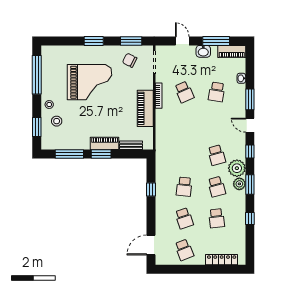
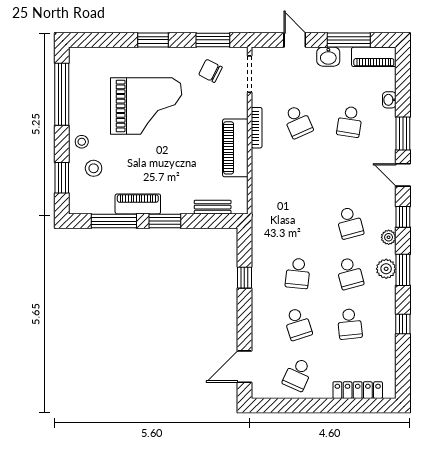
piano: (105, 143) -> (138, 204), moved
plant: (237, 168) -> (389, 237), width x0.53, depth x0.53
school desk: (184, 250) -> (298, 374), turned 45

